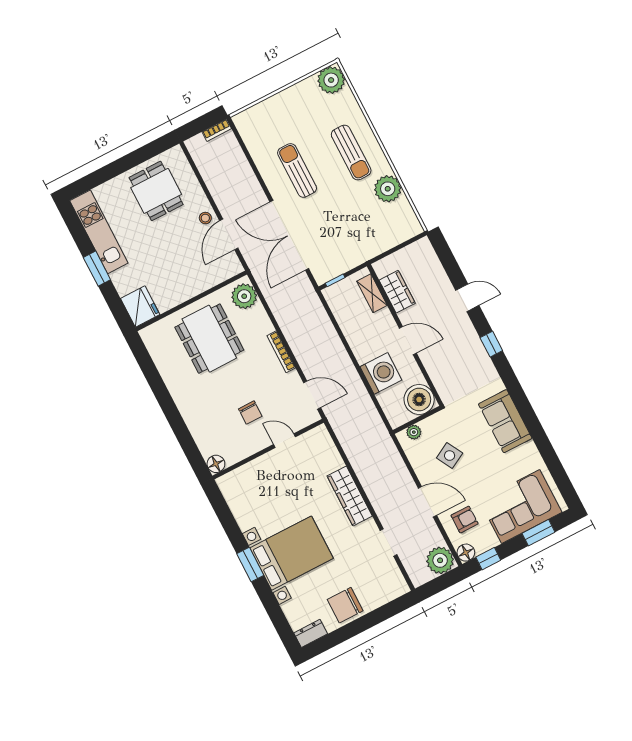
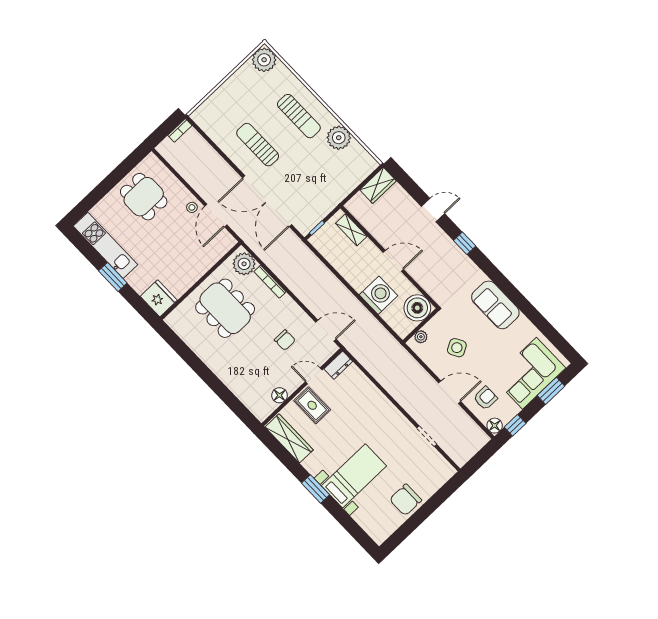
wardrobe: (397, 292) -> (378, 185), moved, turned 90
bookcase: (281, 352) -> (270, 282), moved
chair: (250, 413) -> (285, 340), moved
floor lamp: (216, 464) -> (280, 395), moved
rug: (273, 472) -> (312, 405), added
wardrobe: (350, 496) -> (289, 438), moved, turned 180
bed with nightstands: (292, 553) -> (354, 476), width x0.73
plant: (440, 560) -> (475, 439), removed
dresser: (311, 633) -> (338, 365), moved, turned 180

